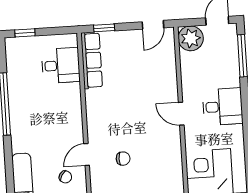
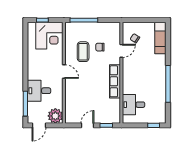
door: (153, 25) -> (87, 125), moved
row of seats: (92, 60) -> (115, 81), moved
desk: (223, 107) -> (39, 91), moved
coffee table: (151, 149) -> (83, 52), added

